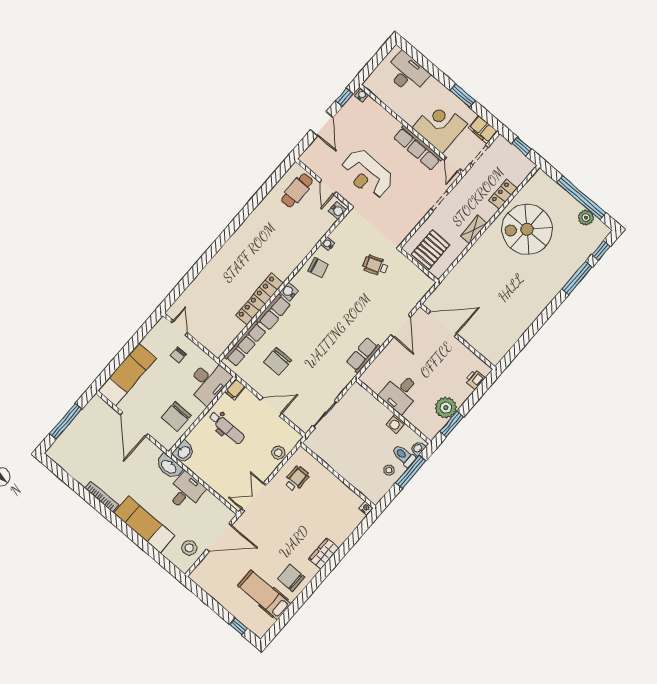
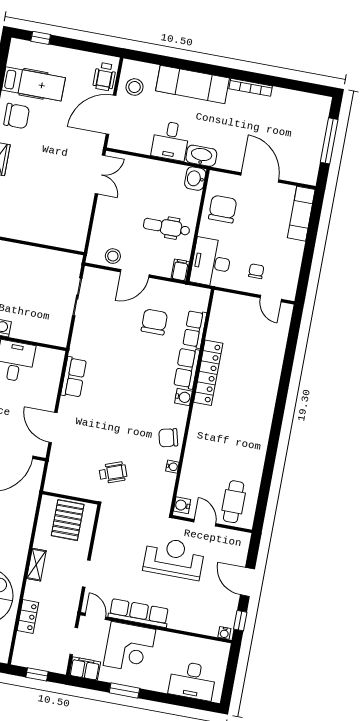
row of seats: (245, 344) -> (195, 329), width x0.68
exam couch: (127, 375) -> (301, 214), width x0.73, depth x0.69
stool: (278, 453) -> (113, 256), moved
wheelchair: (297, 478) -> (104, 77), moved

